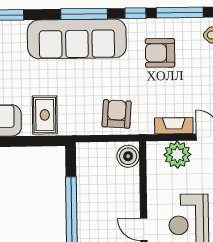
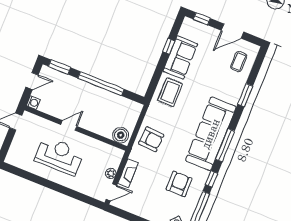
rug: (45, 115) -> (170, 92), turned 90
plant: (177, 155) -> (111, 173), width x0.53, depth x0.53

